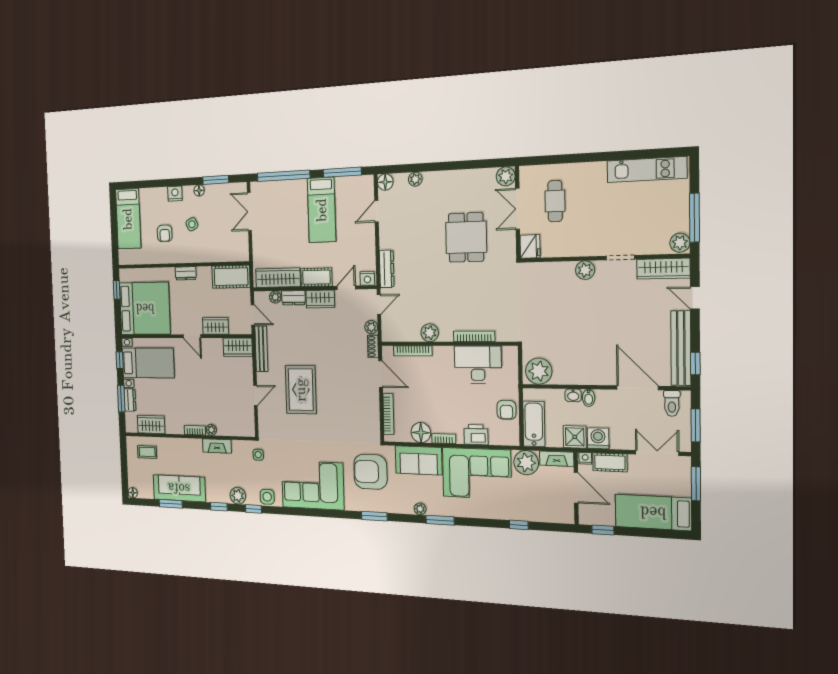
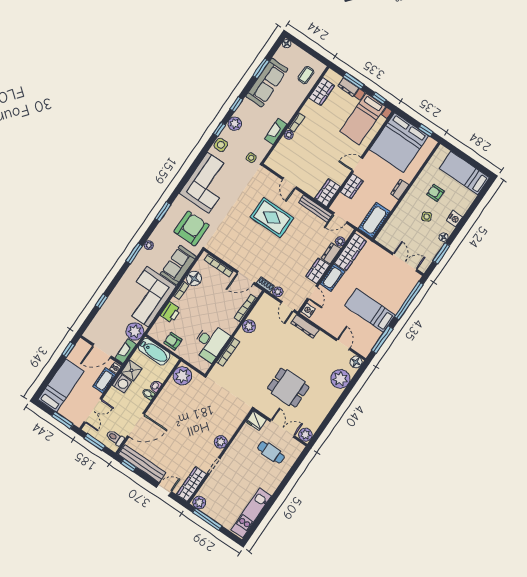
plant: (415, 179) -> (340, 379), width x1.87, depth x1.87

